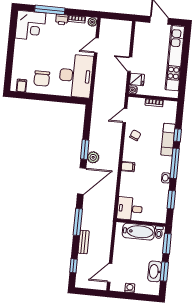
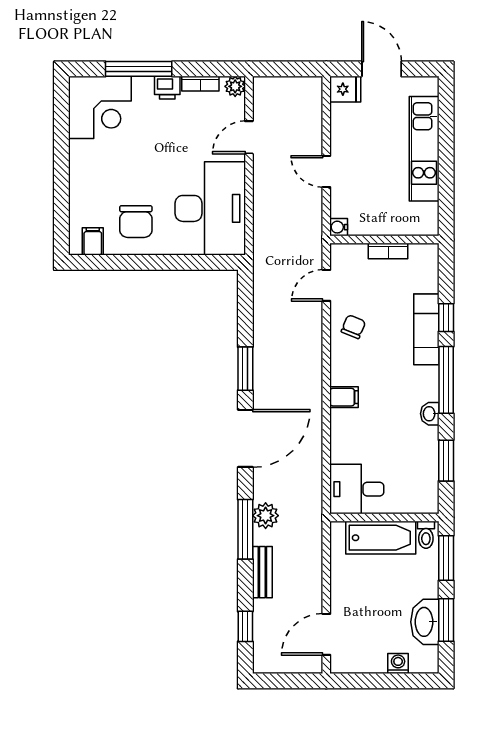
kitchen unit: (175, 58) -> (424, 149), width x0.73
fridge: (137, 79) -> (345, 89), moved
plant: (93, 157) -> (266, 516), moved
washing machine: (130, 288) -> (398, 663), moved

